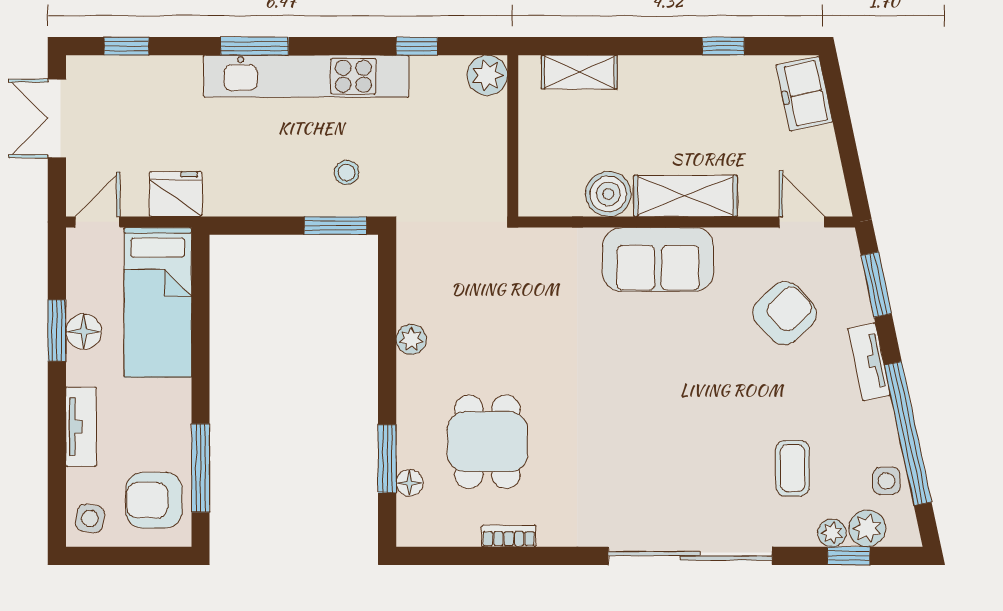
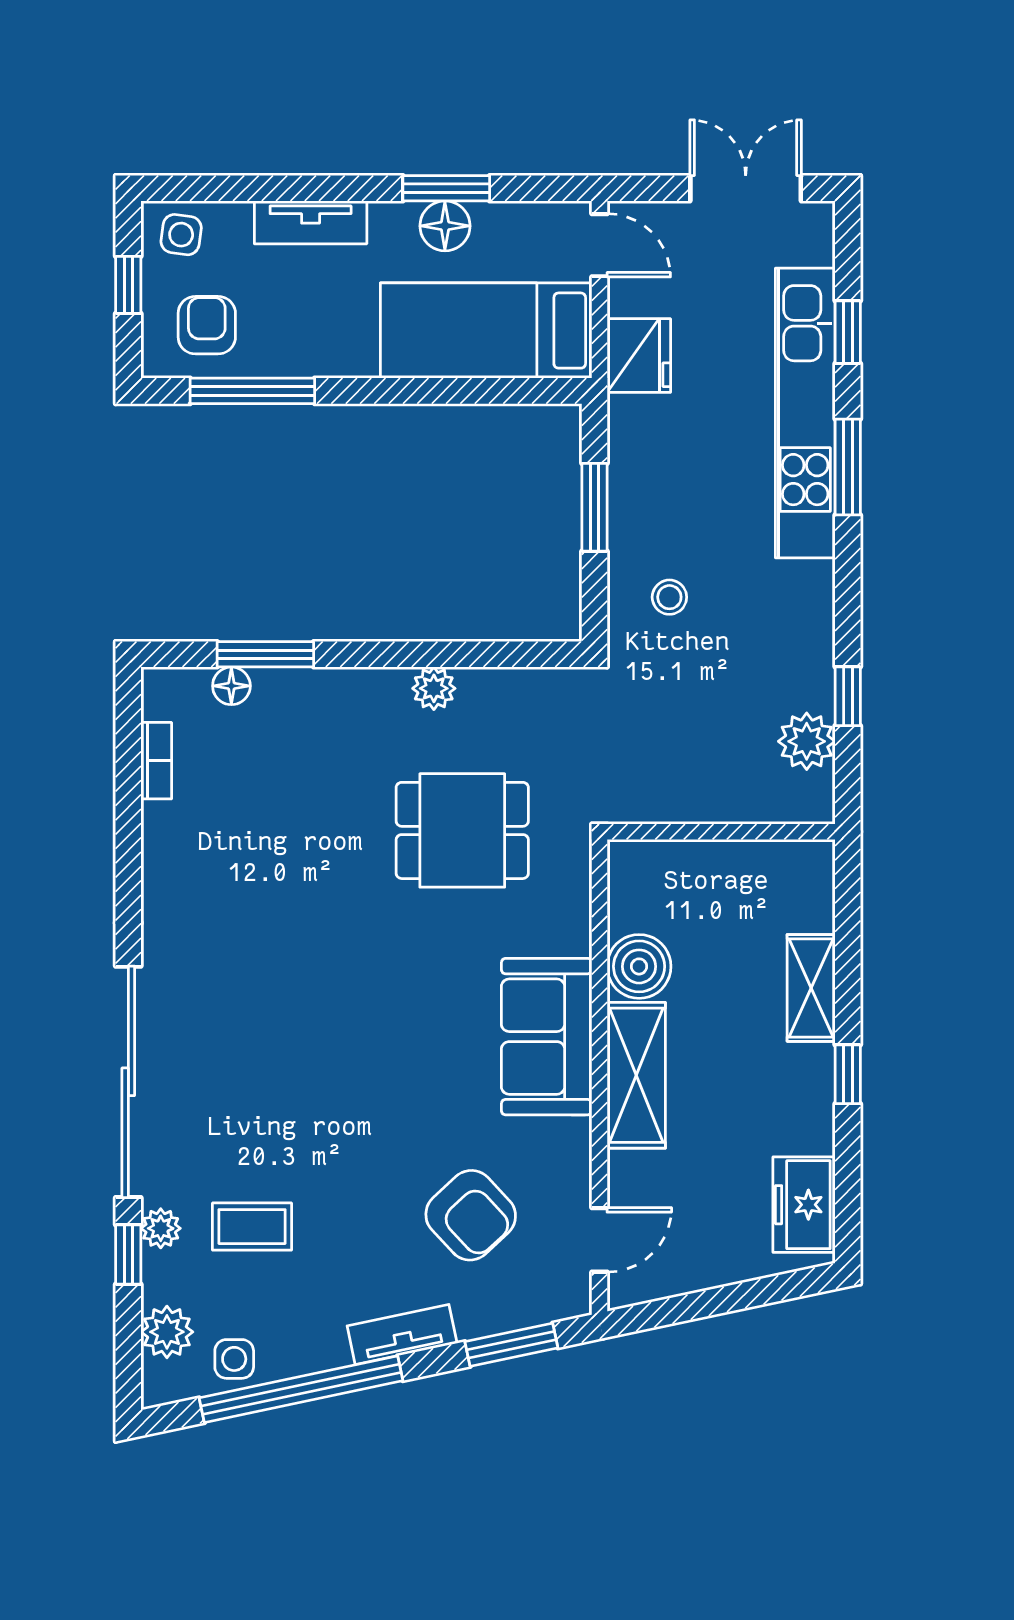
window: (126, 46) -> (848, 332), moved
window: (723, 46) -> (848, 1074), moved
shelving: (579, 72) -> (811, 988), moved
plant: (487, 75) -> (807, 741), moved
kitchen unit: (306, 76) -> (805, 413), moved
freezer: (804, 94) -> (804, 1205), moved, turned -78
window: (336, 226) -> (594, 507), moved
dining table: (487, 442) -> (462, 830), moved
armchair: (154, 500) -> (207, 325), width x0.72, depth x0.72
plant: (832, 533) -> (161, 1228), moved
bookcase: (509, 536) -> (156, 761), moved
window: (125, 556) -> (128, 285), added
window: (849, 556) -> (128, 1255), moved

